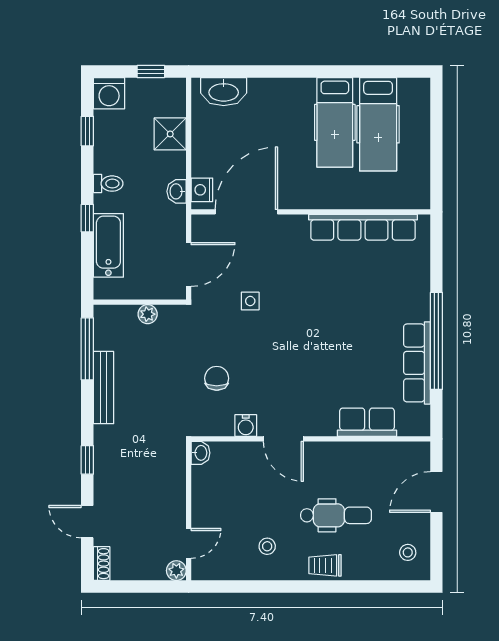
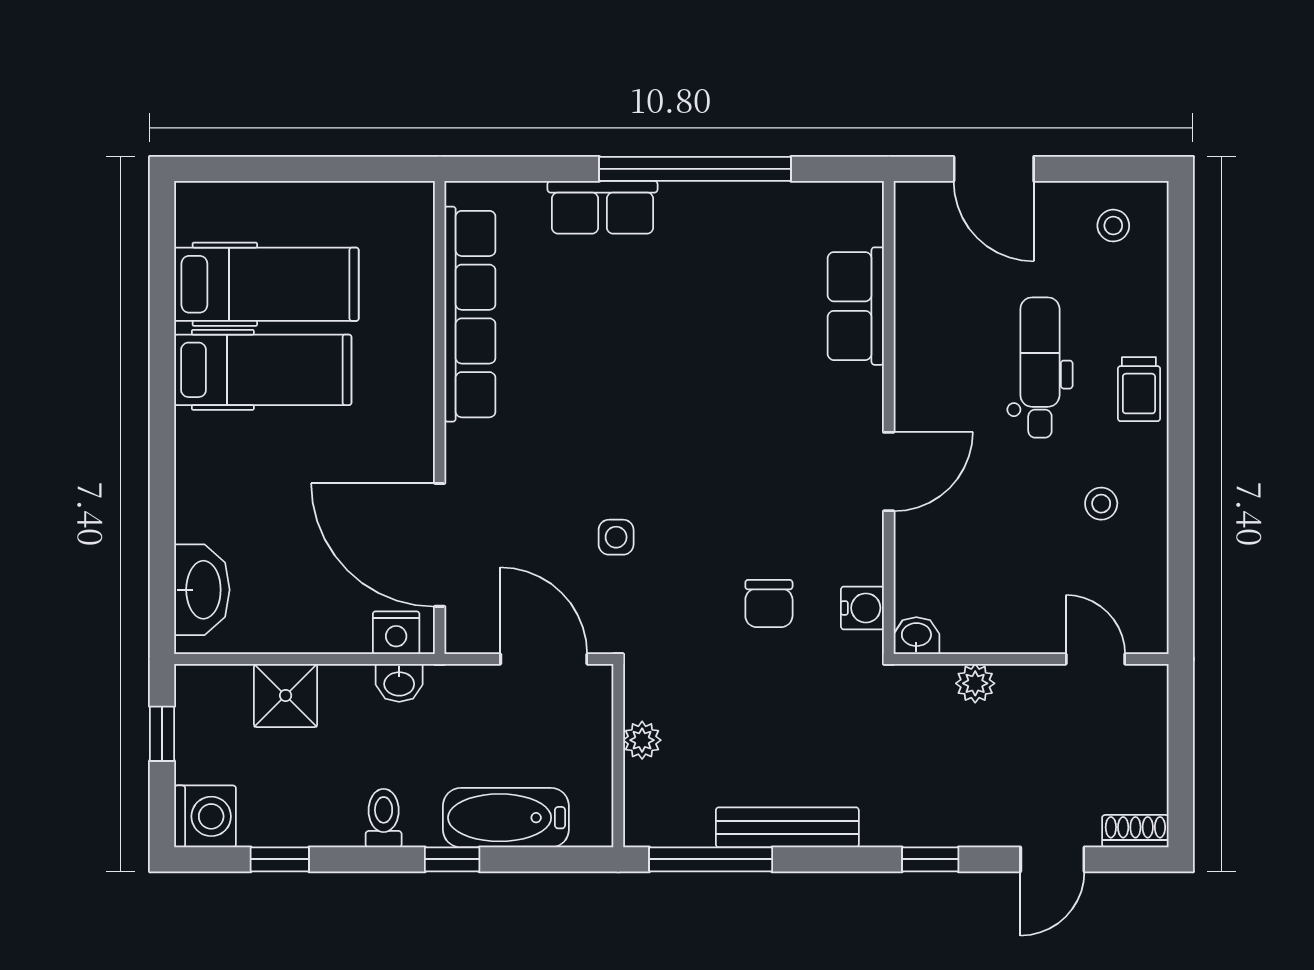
row of seats: (417, 363) -> (603, 207), moved, width x0.68
chair: (217, 378) -> (769, 604), turned -90
water cooler: (246, 426) -> (862, 608), moved
plant: (176, 571) -> (975, 683), moved

